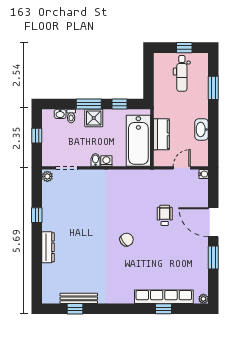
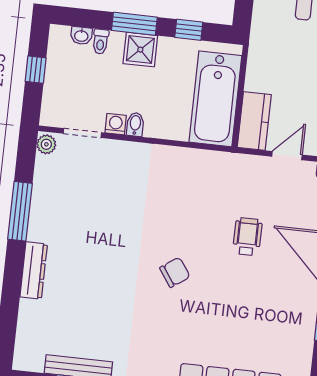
kitchen counter: (161, 134) -> (254, 121), moved
washing machine: (106, 161) -> (116, 124), moved
window: (37, 215) -> (20, 211), width x2.17

